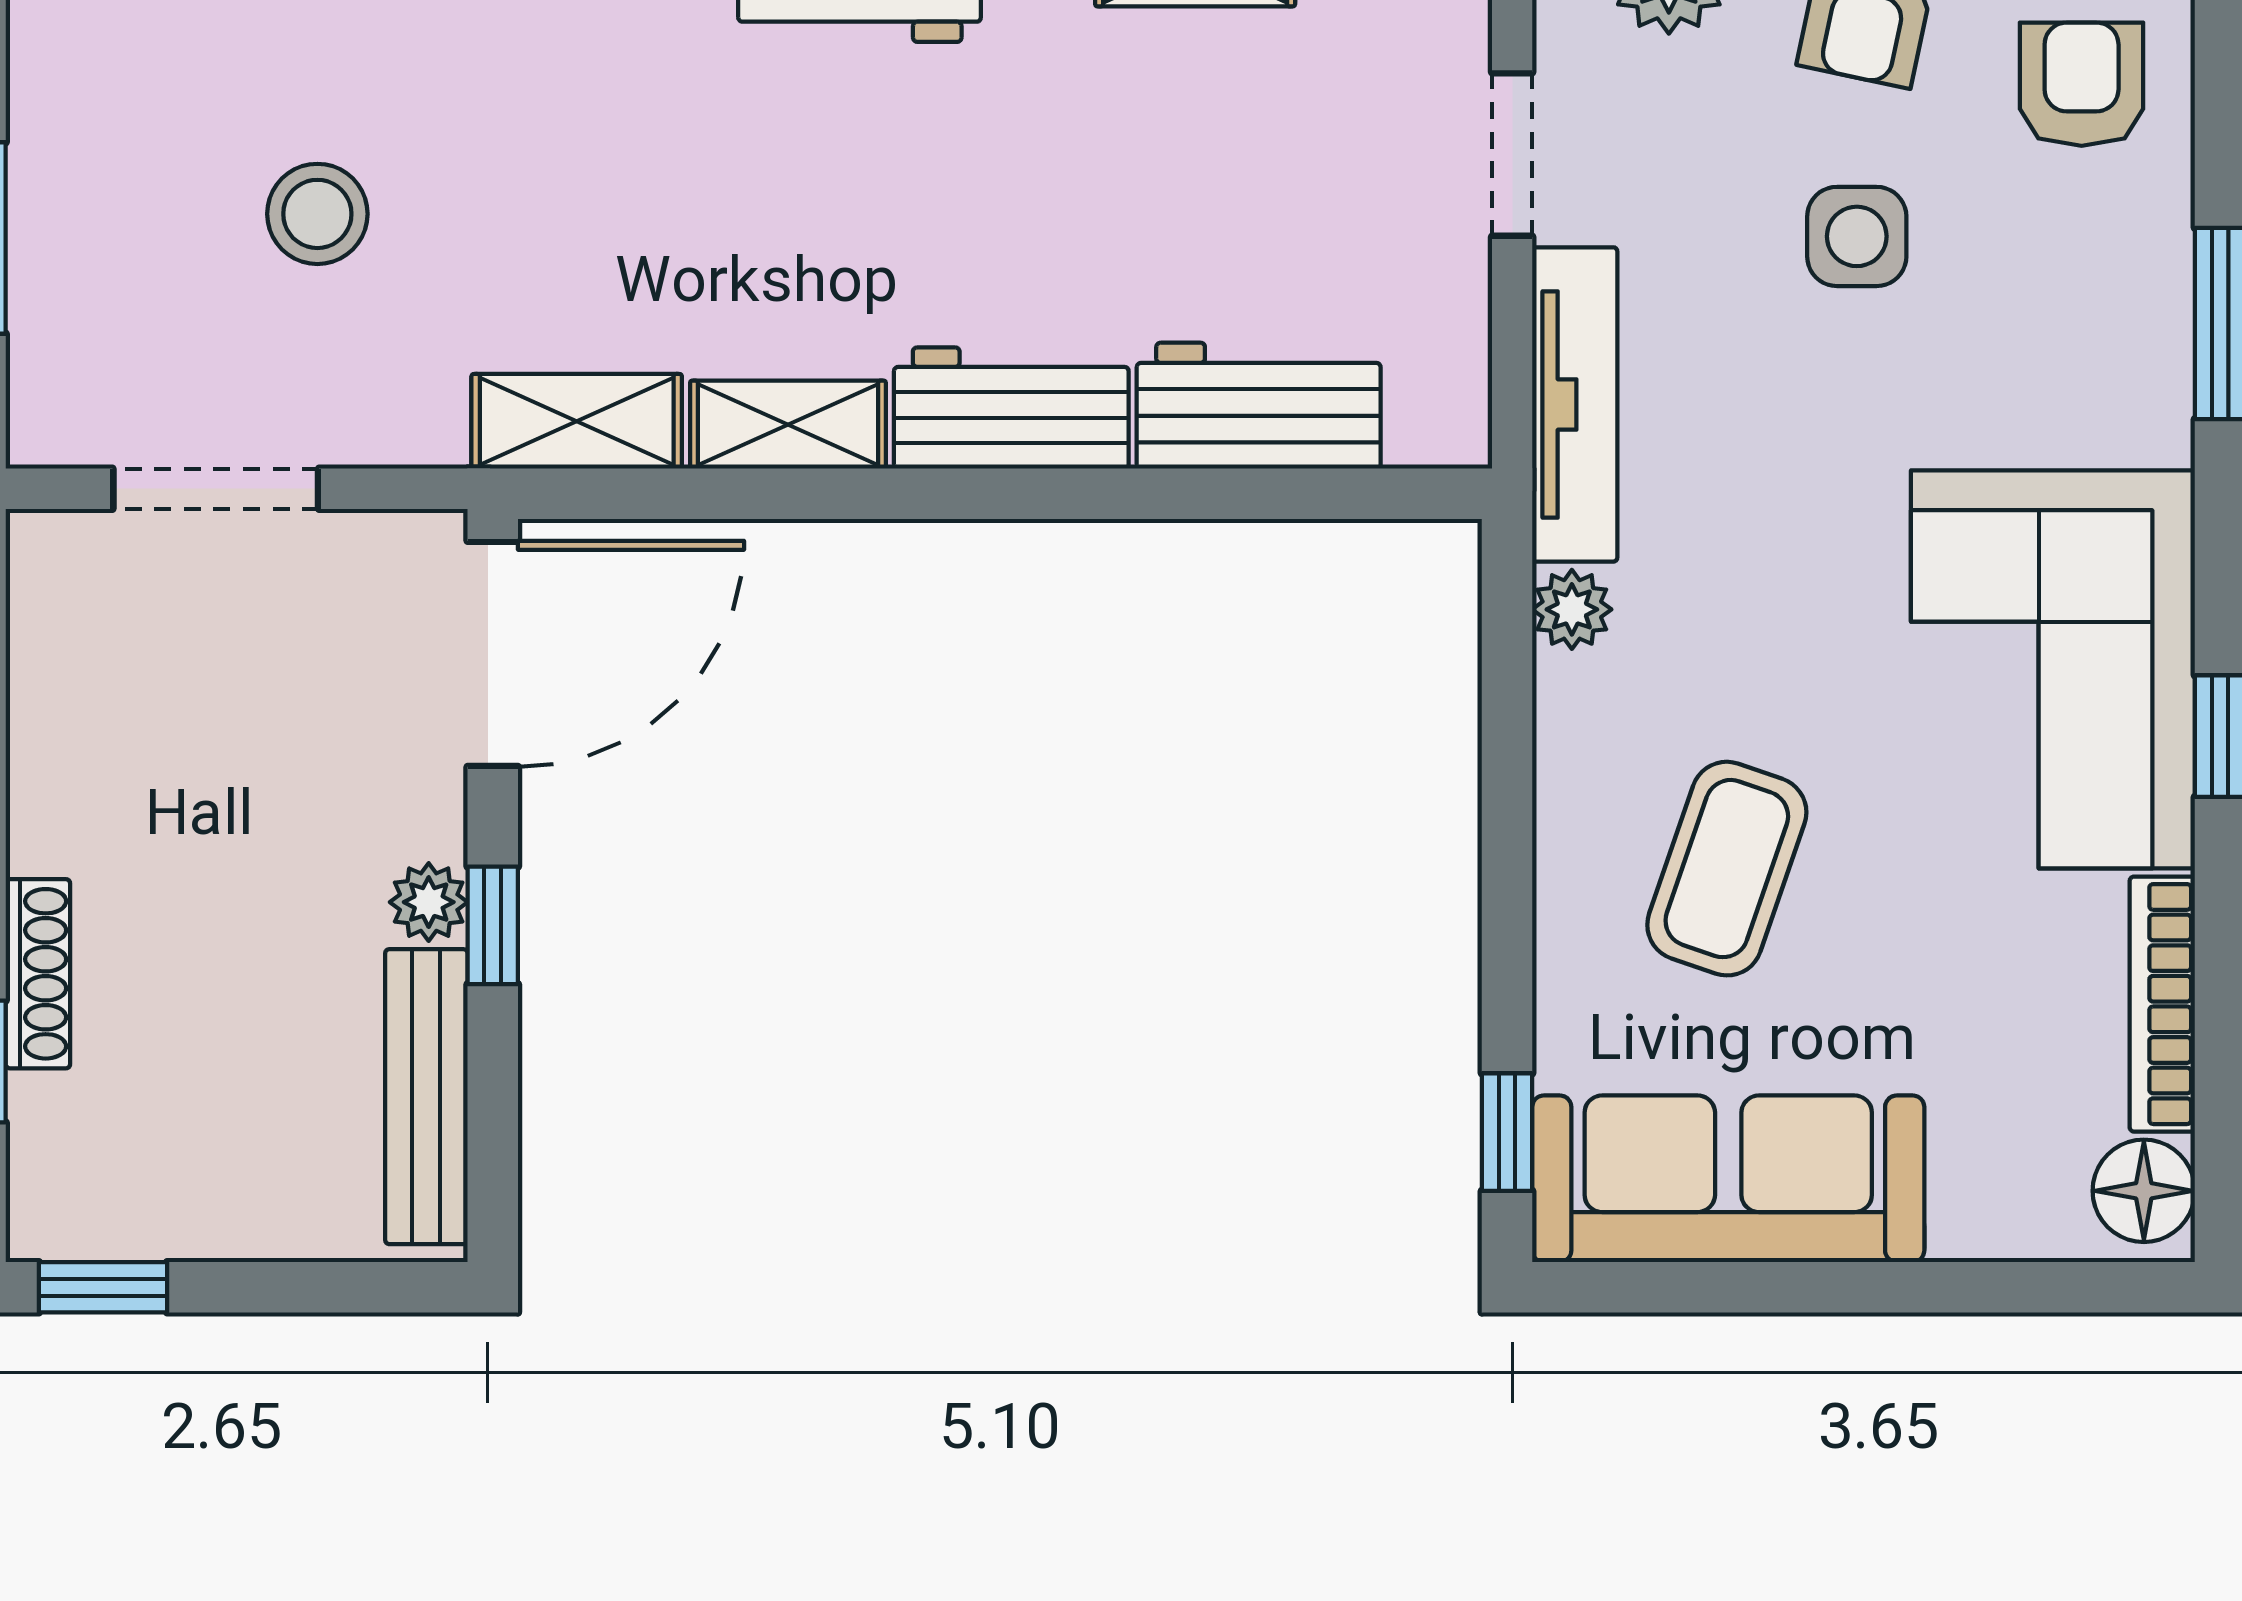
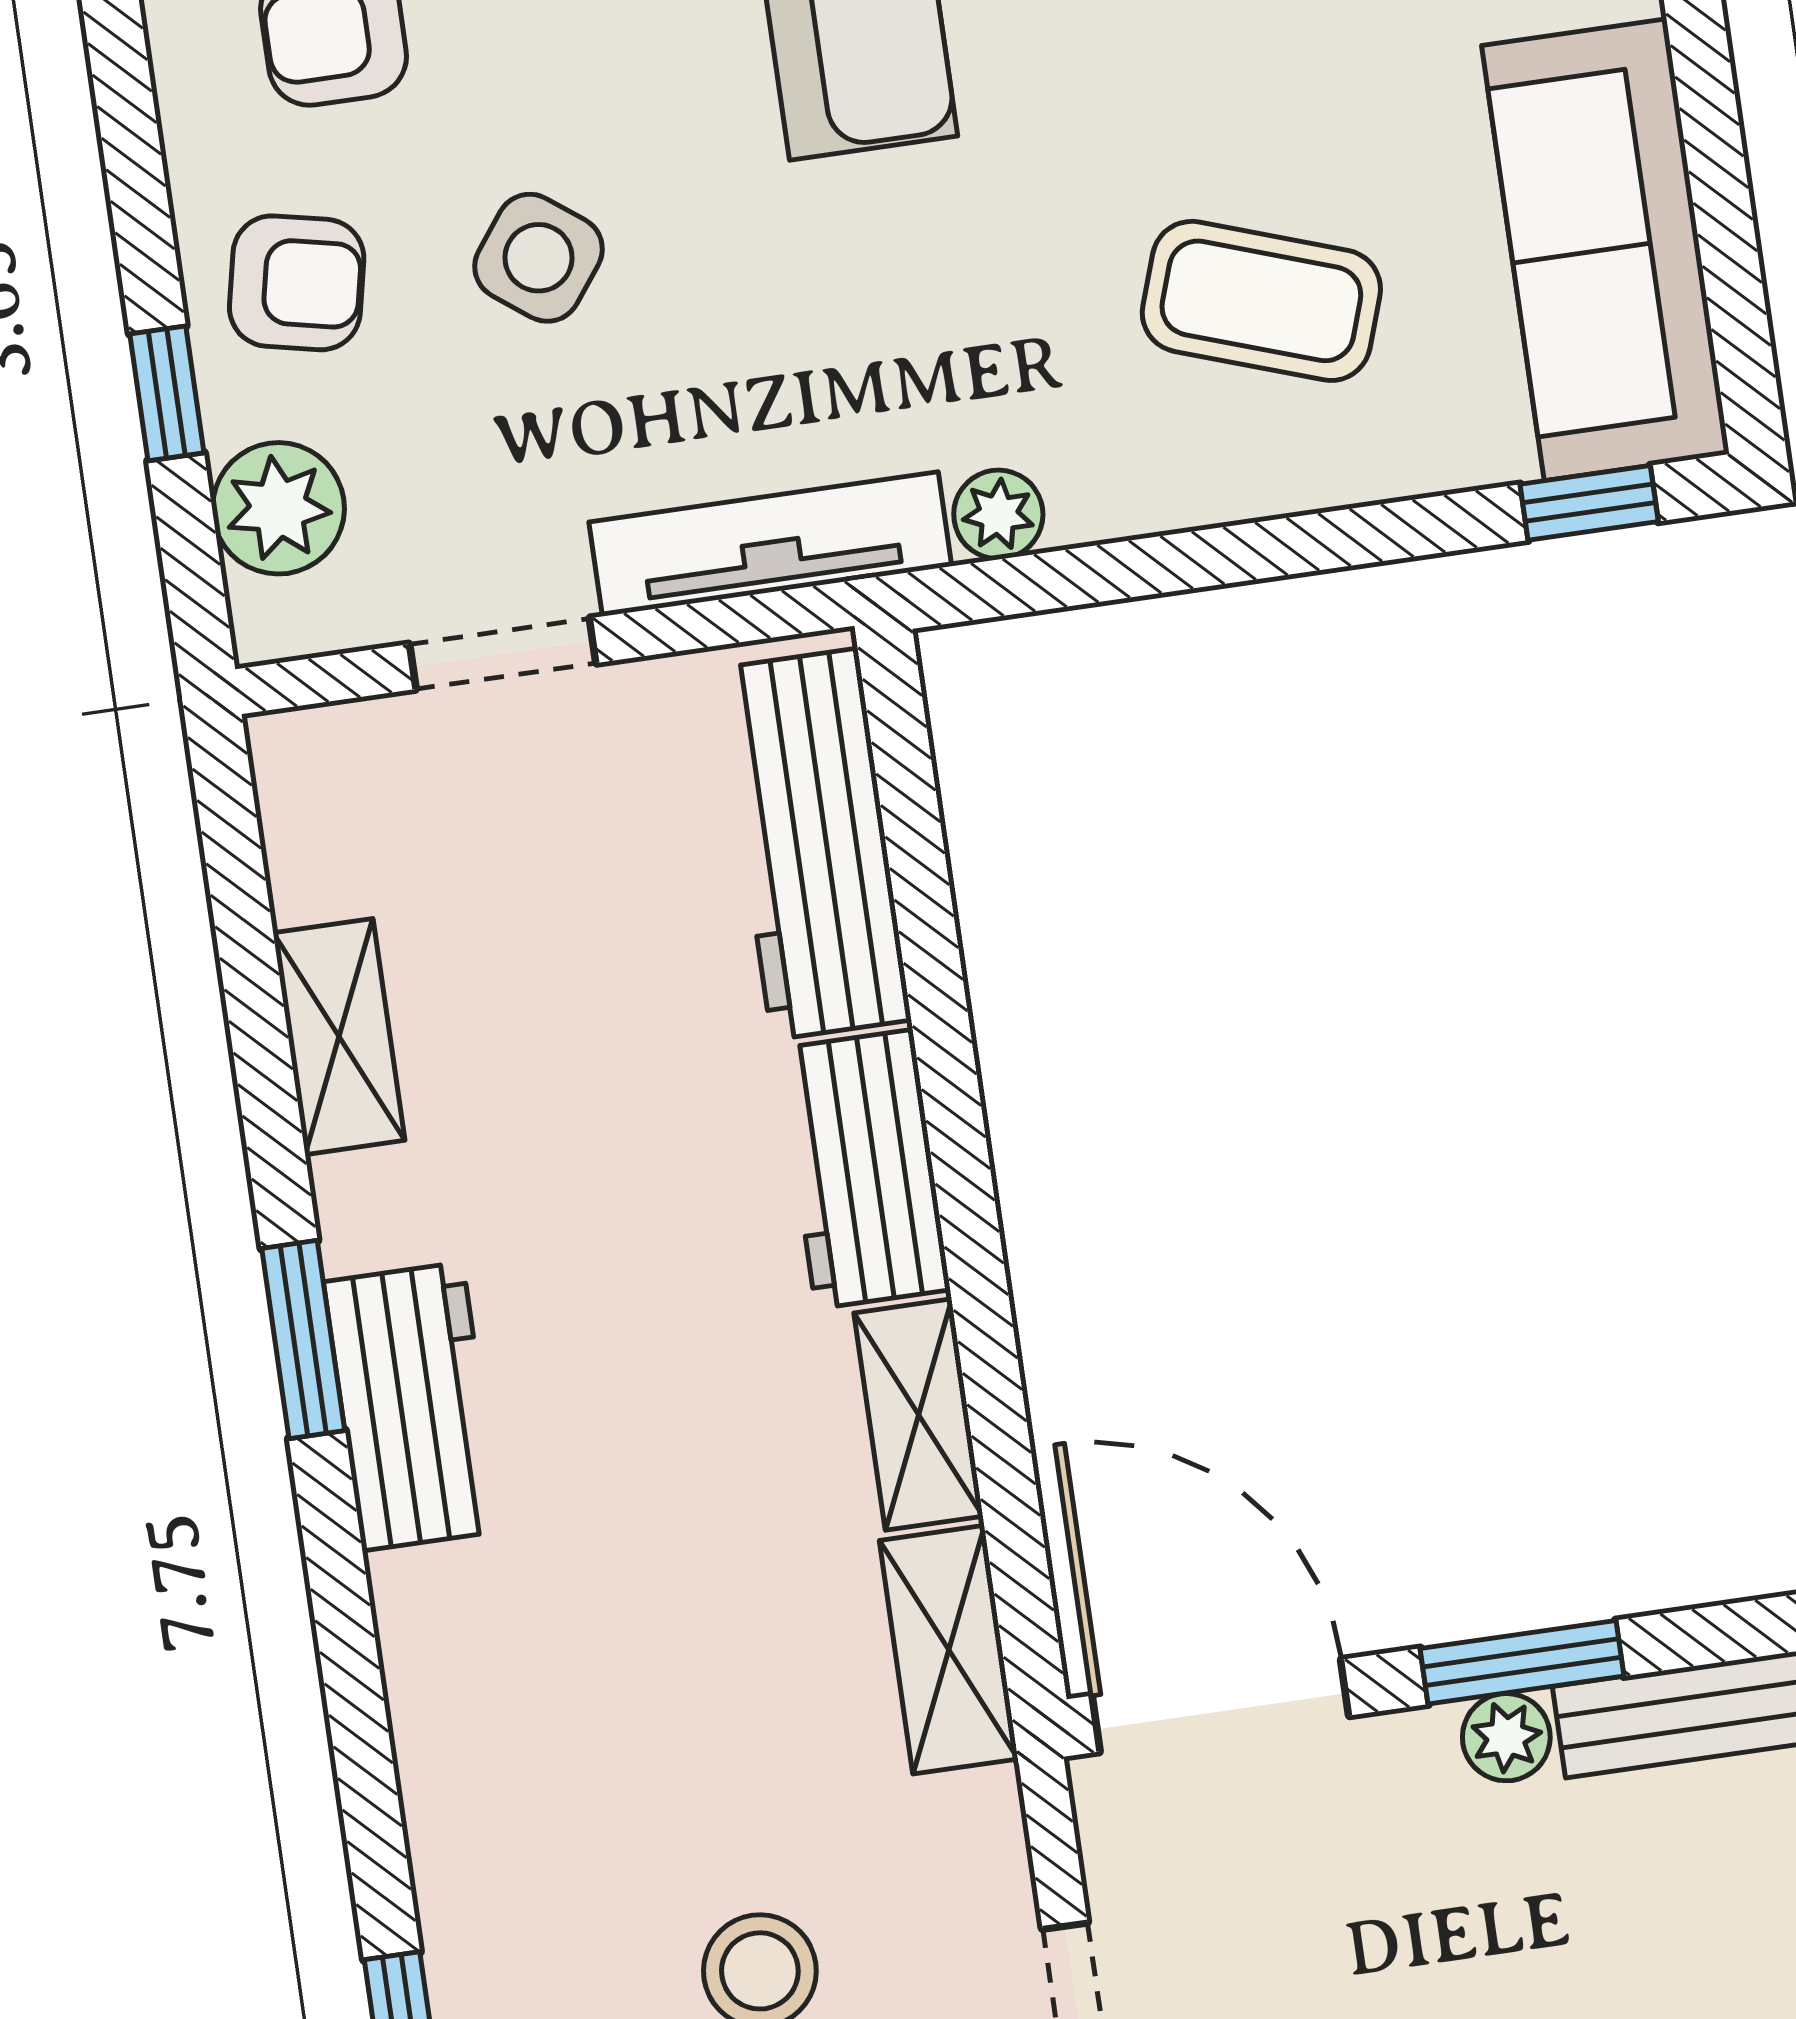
side table: (1857, 236) -> (539, 258), turned 37
workbench: (1259, 406) -> (815, 844), width x1.37
window: (493, 925) -> (1522, 1662), width x1.50

